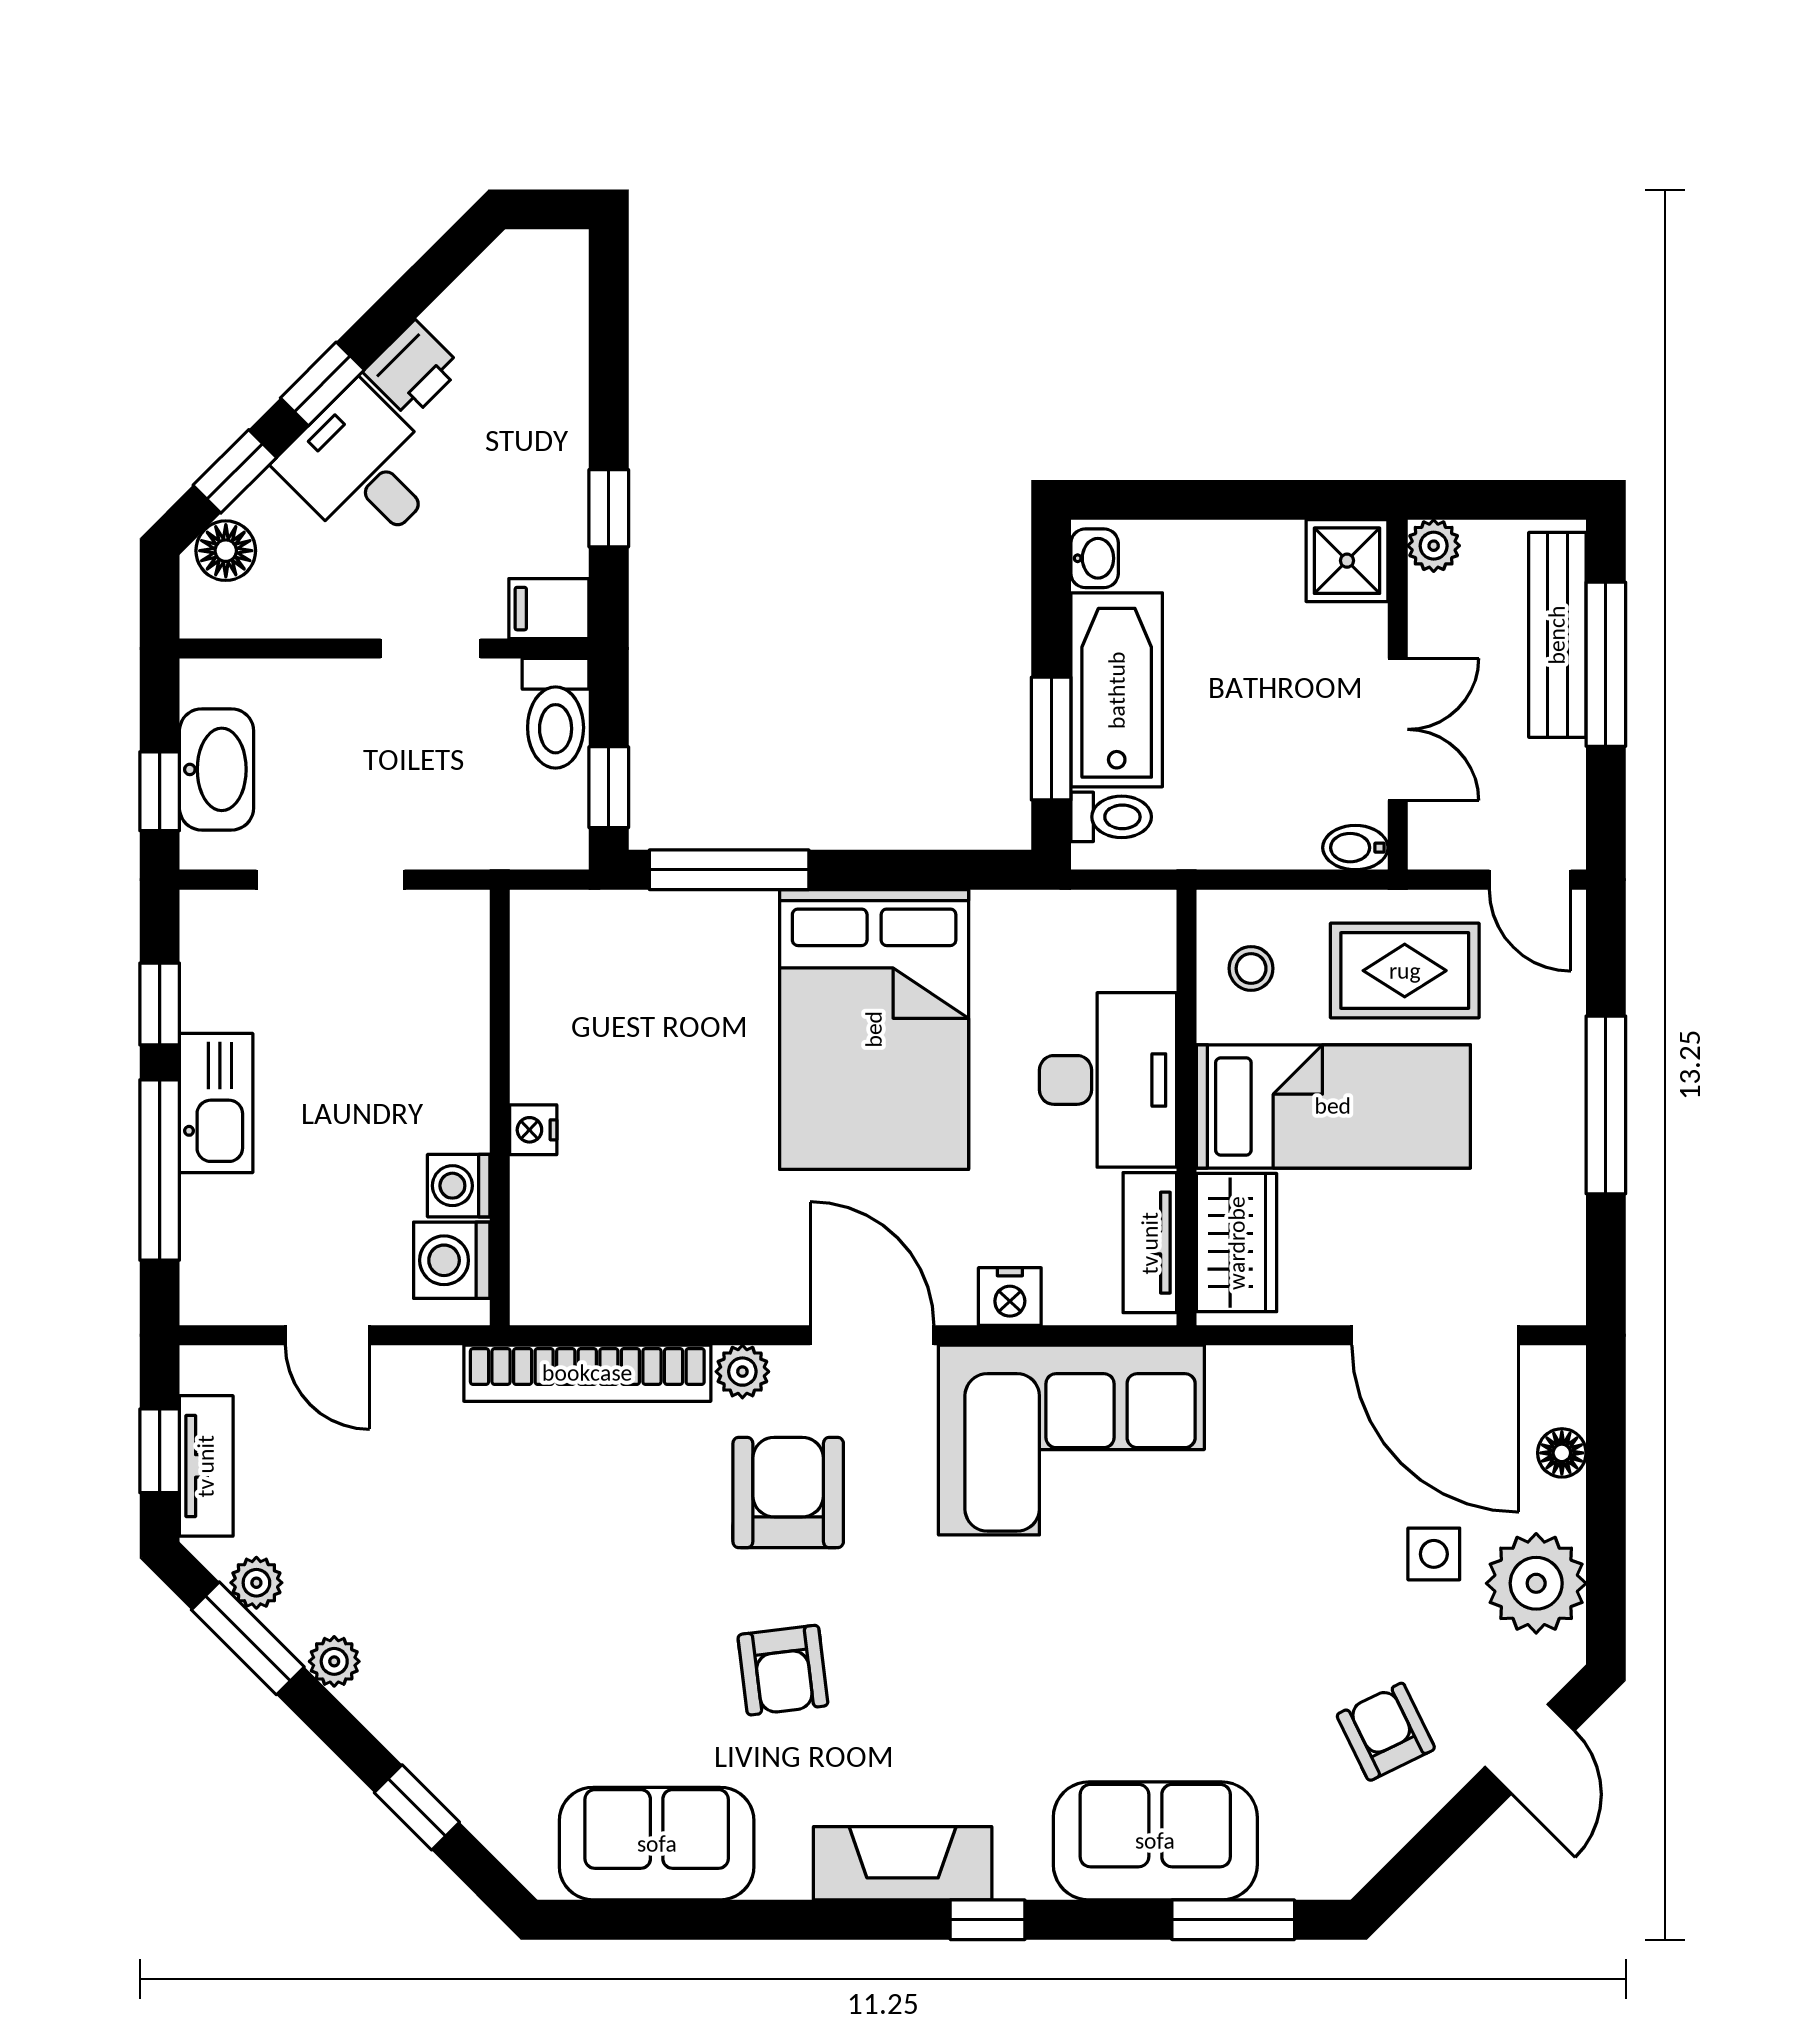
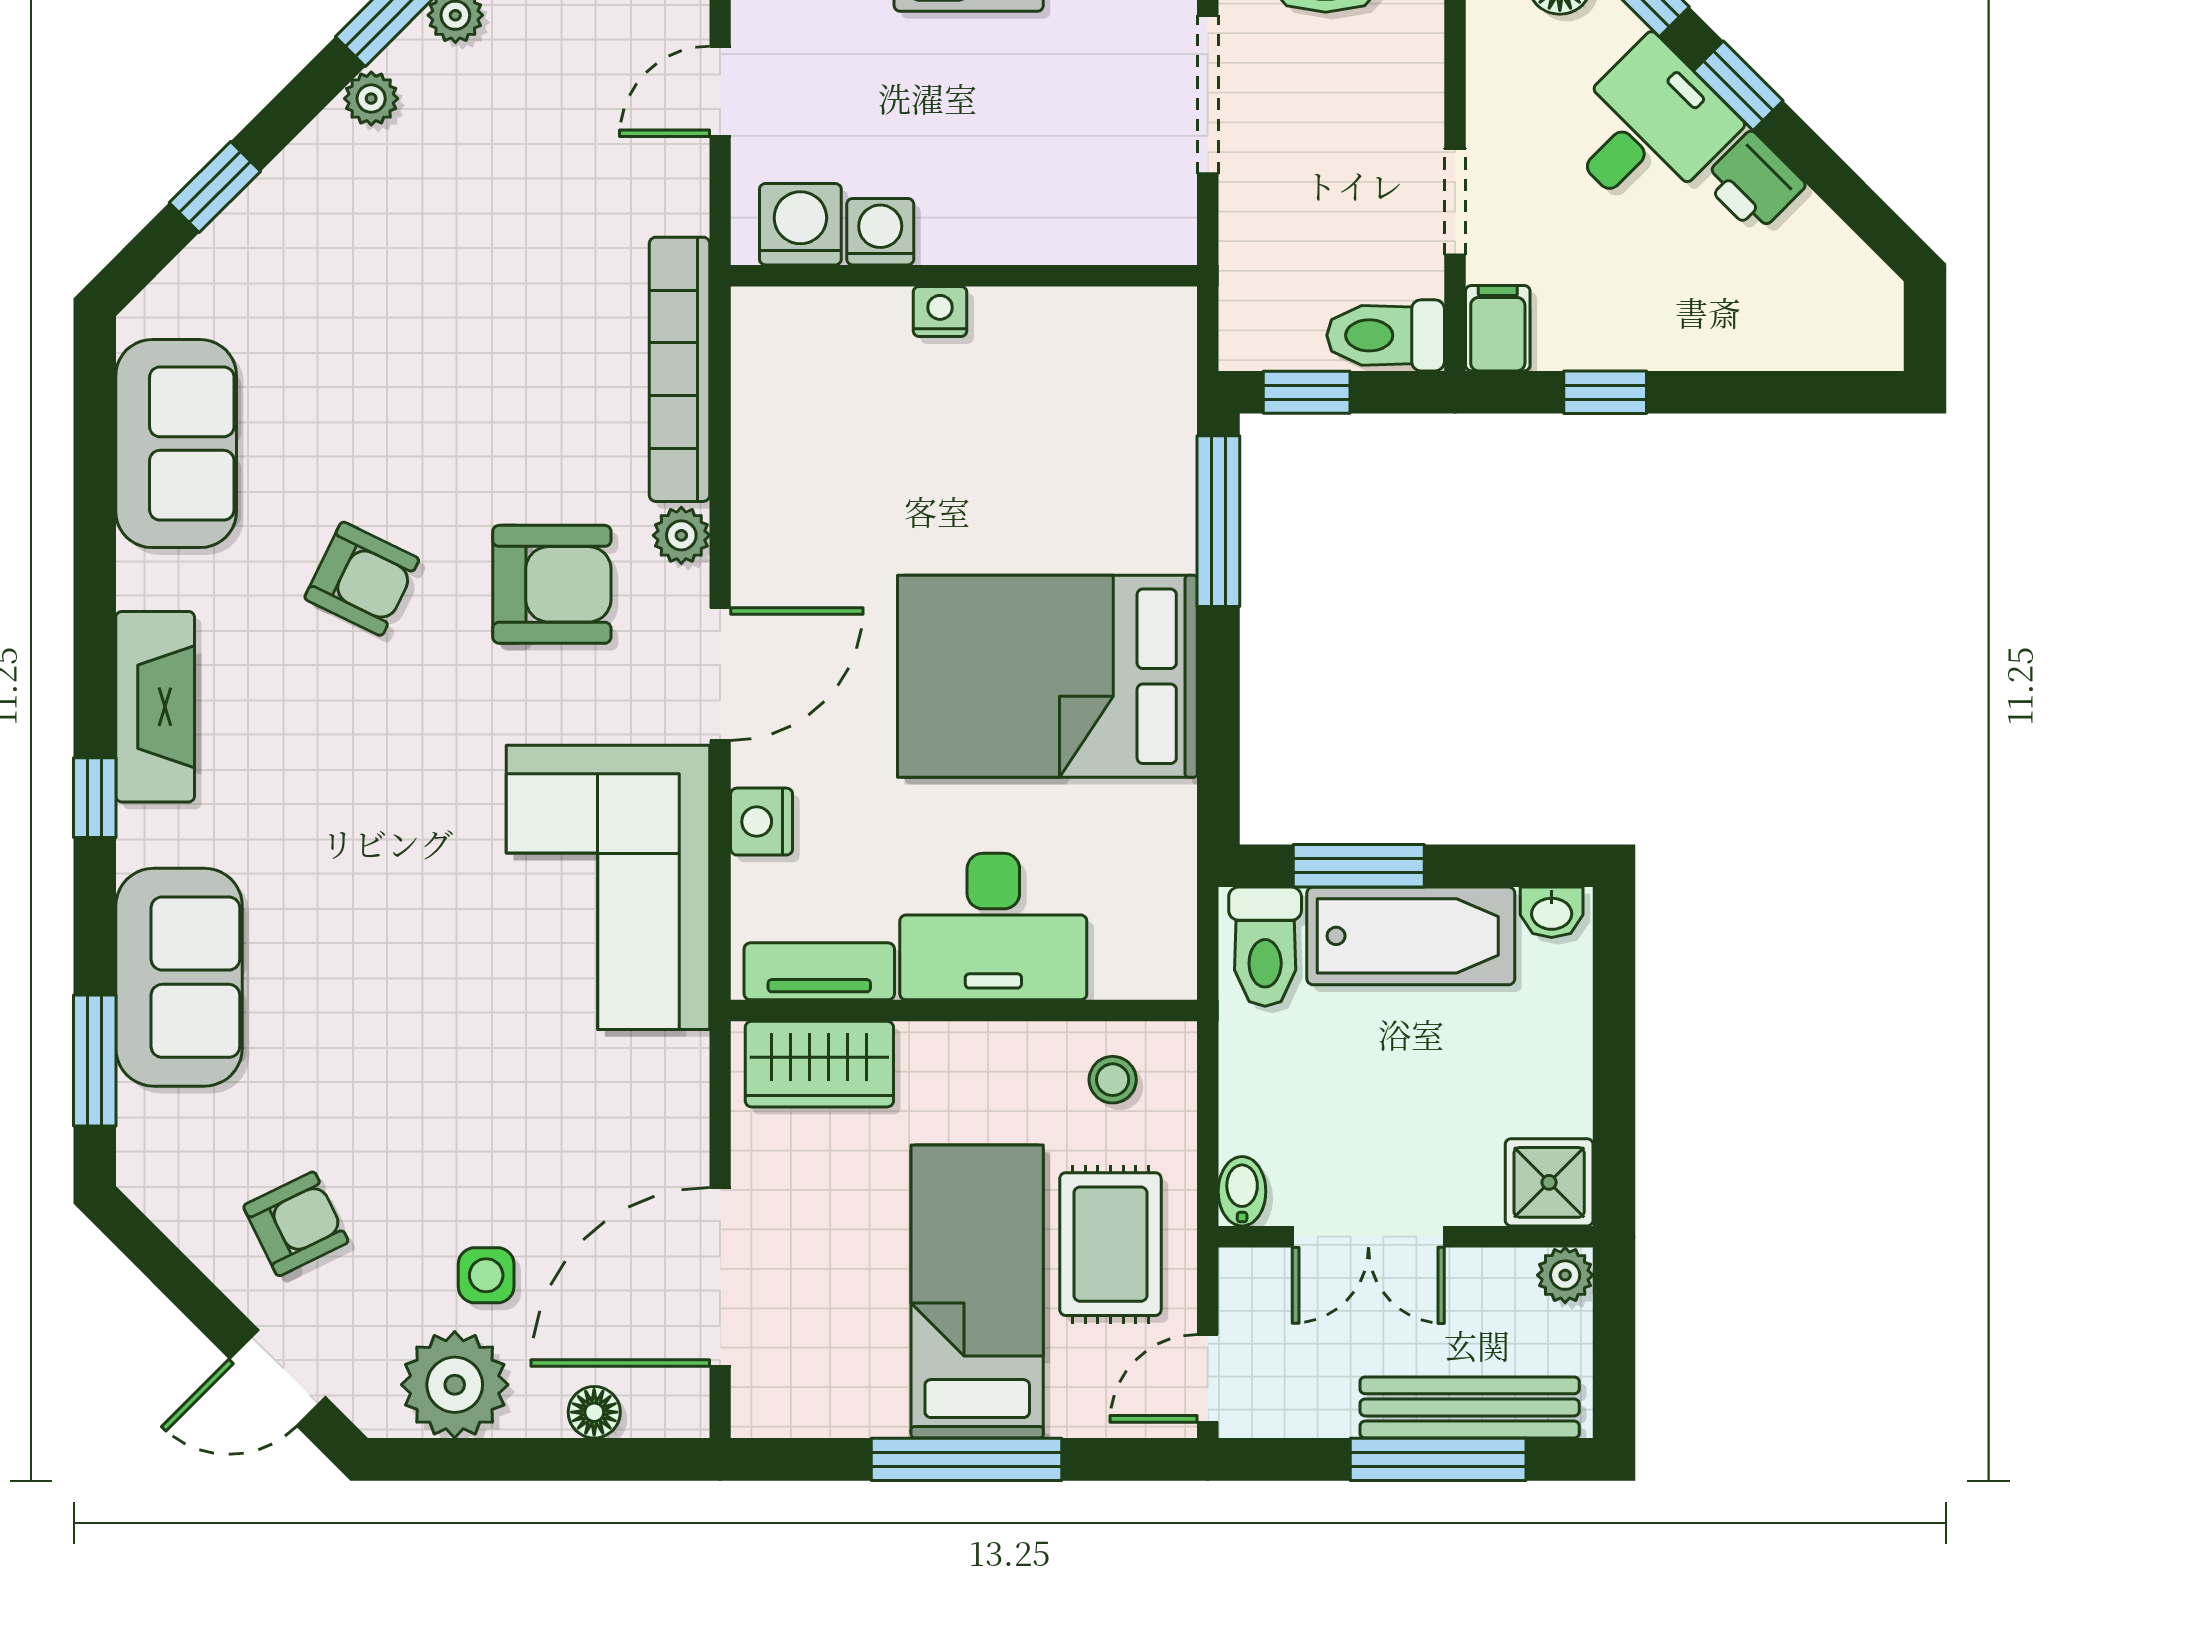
toilet: (1111, 817) -> (1265, 947), width x1.37, depth x1.39
bed: (1333, 1106) -> (977, 1292), moved, turned 180
armchair: (783, 1670) -> (362, 579), turned -147

